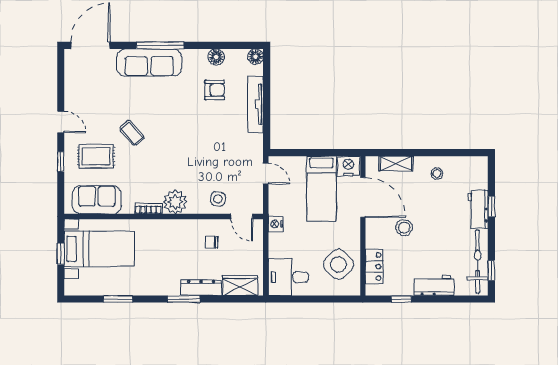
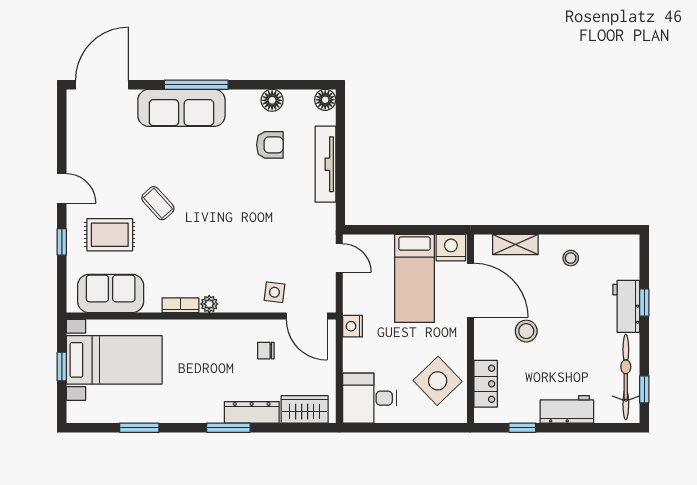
plant: (175, 202) -> (209, 304), width x0.53, depth x0.53
door: (242, 216) -> (307, 316), width x1.38

